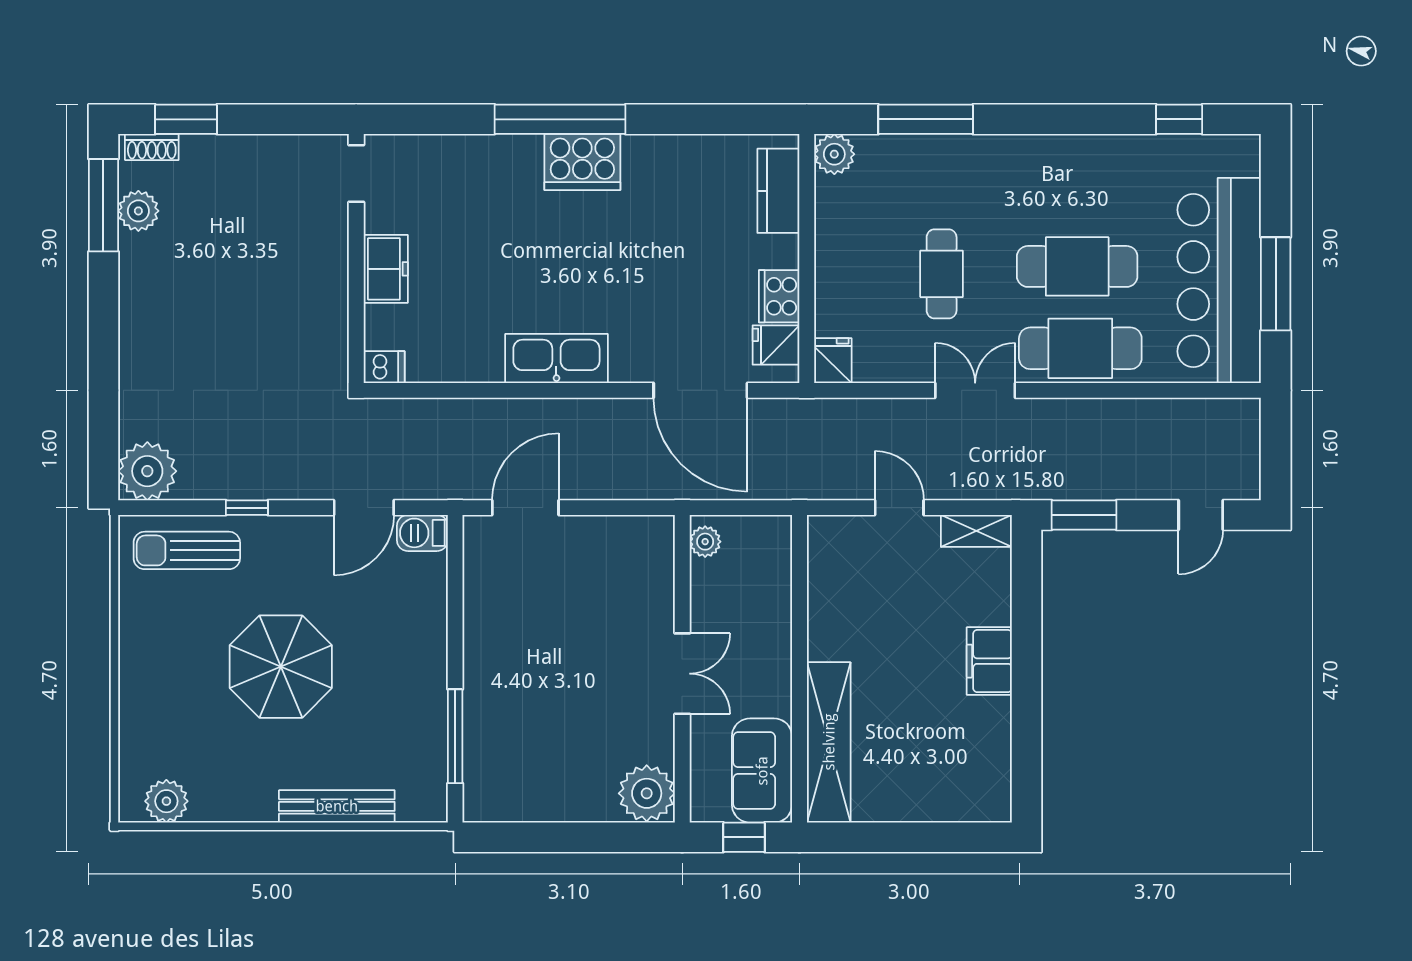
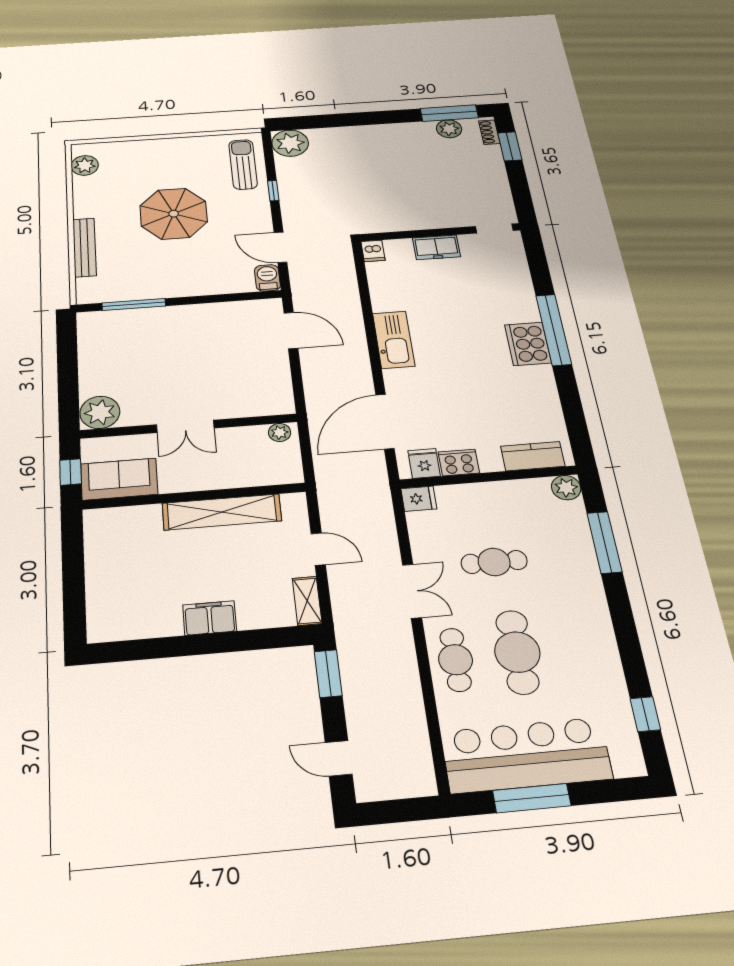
cafe table: (1080, 348) -> (456, 660), width x0.73, depth x0.74
door: (899, 508) -> (318, 549), hinge flipped
shelving: (829, 742) -> (222, 512), moved

